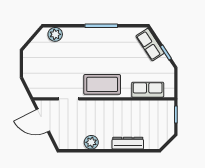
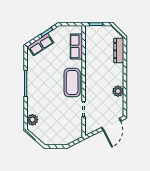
door: (43, 120) -> (111, 124), moved
dresser: (128, 143) -> (119, 50), moved

